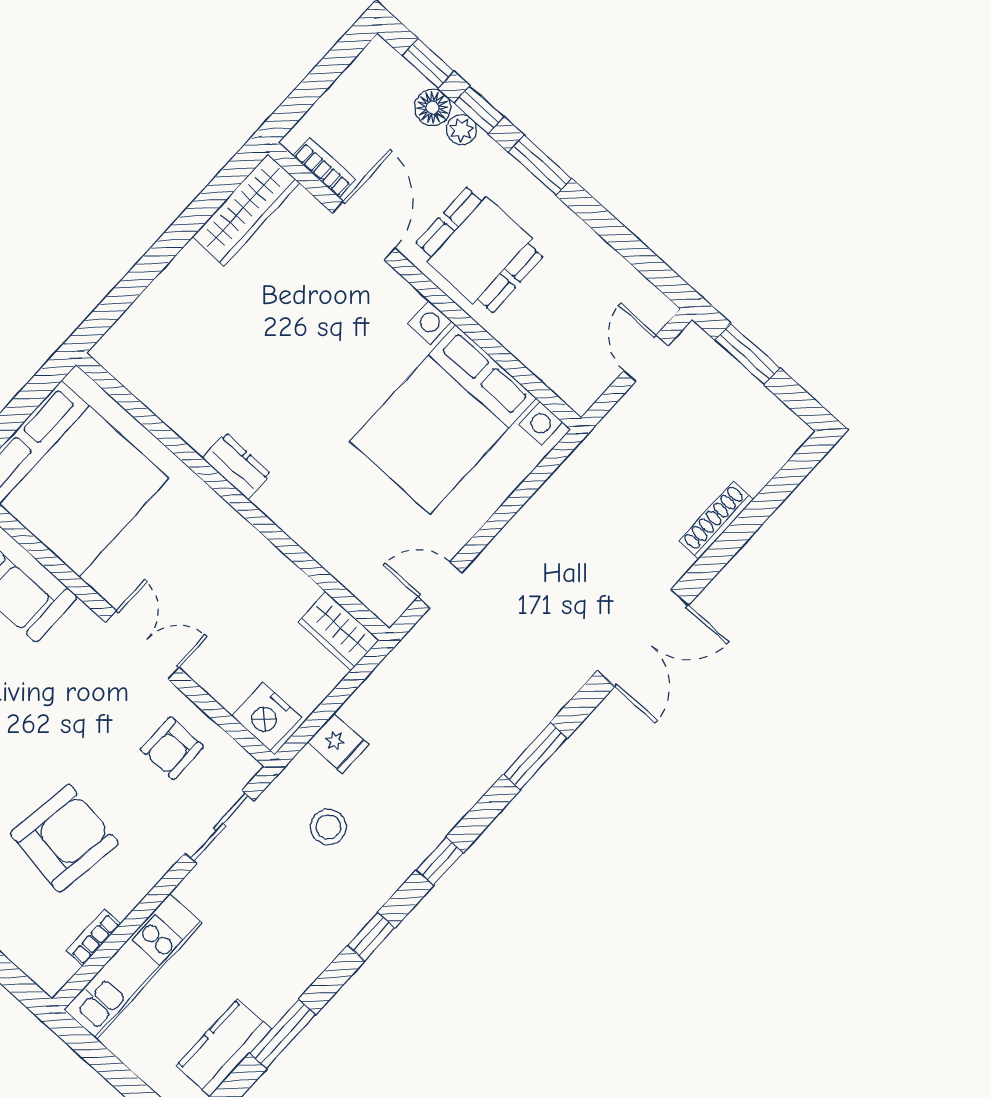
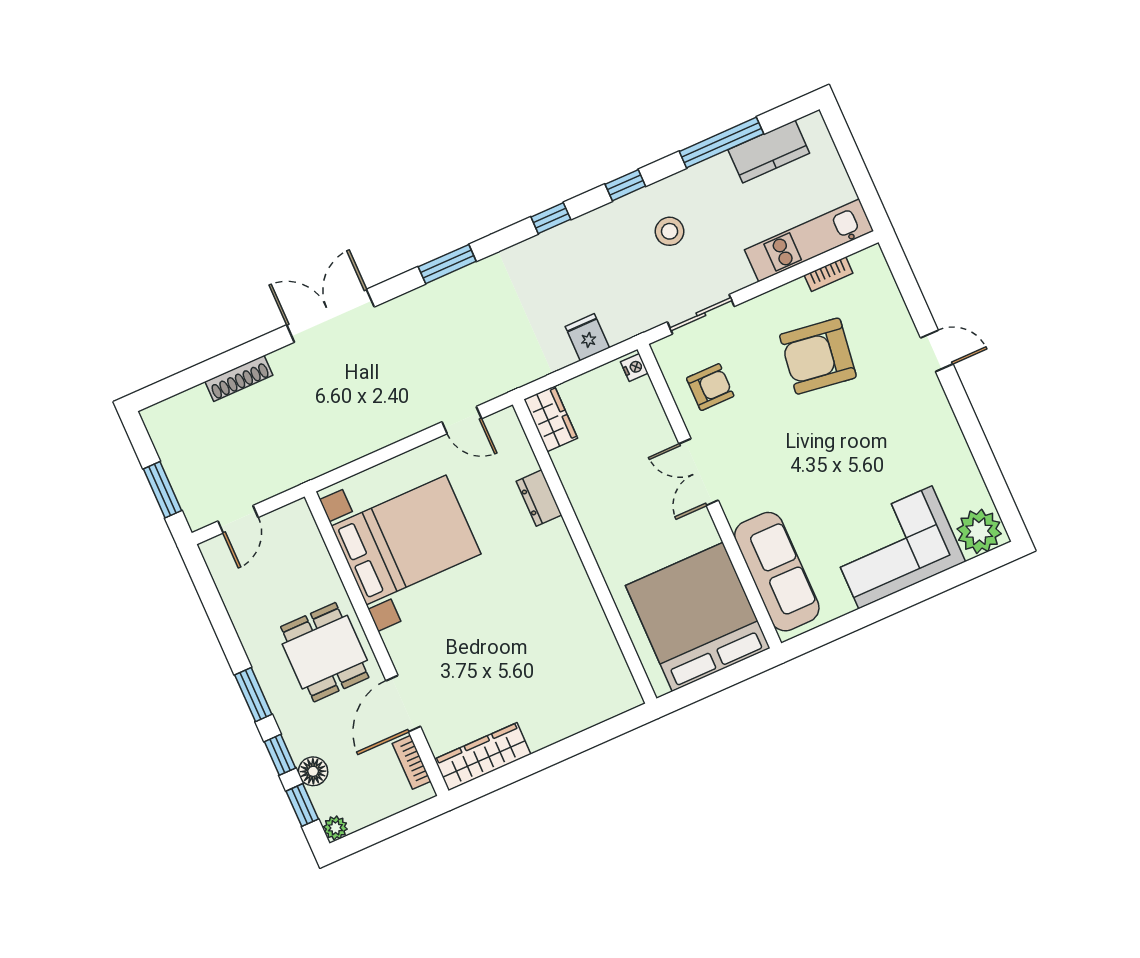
plant: (462, 130) -> (335, 828), moved
dresser: (237, 466) -> (539, 498), moved
nightstand: (267, 717) -> (634, 367), width x0.53, depth x0.56
stool: (328, 827) -> (670, 231), moved
window: (283, 1034) -> (721, 143), width x1.44

